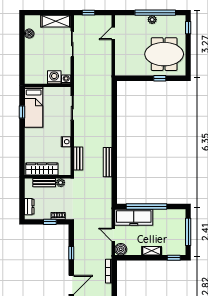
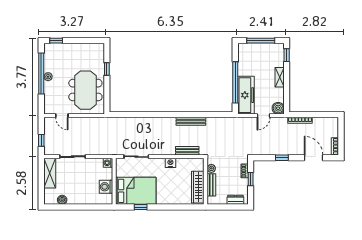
meeting table: (164, 54) -> (85, 90), moved
washing machine: (54, 77) -> (106, 187), moved
bed: (34, 107) -> (136, 191), width x1.50

